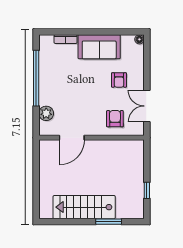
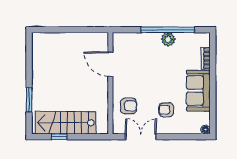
plant: (46, 113) -> (168, 39), moved
stairs: (84, 207) -> (66, 123), moved, turned -90

